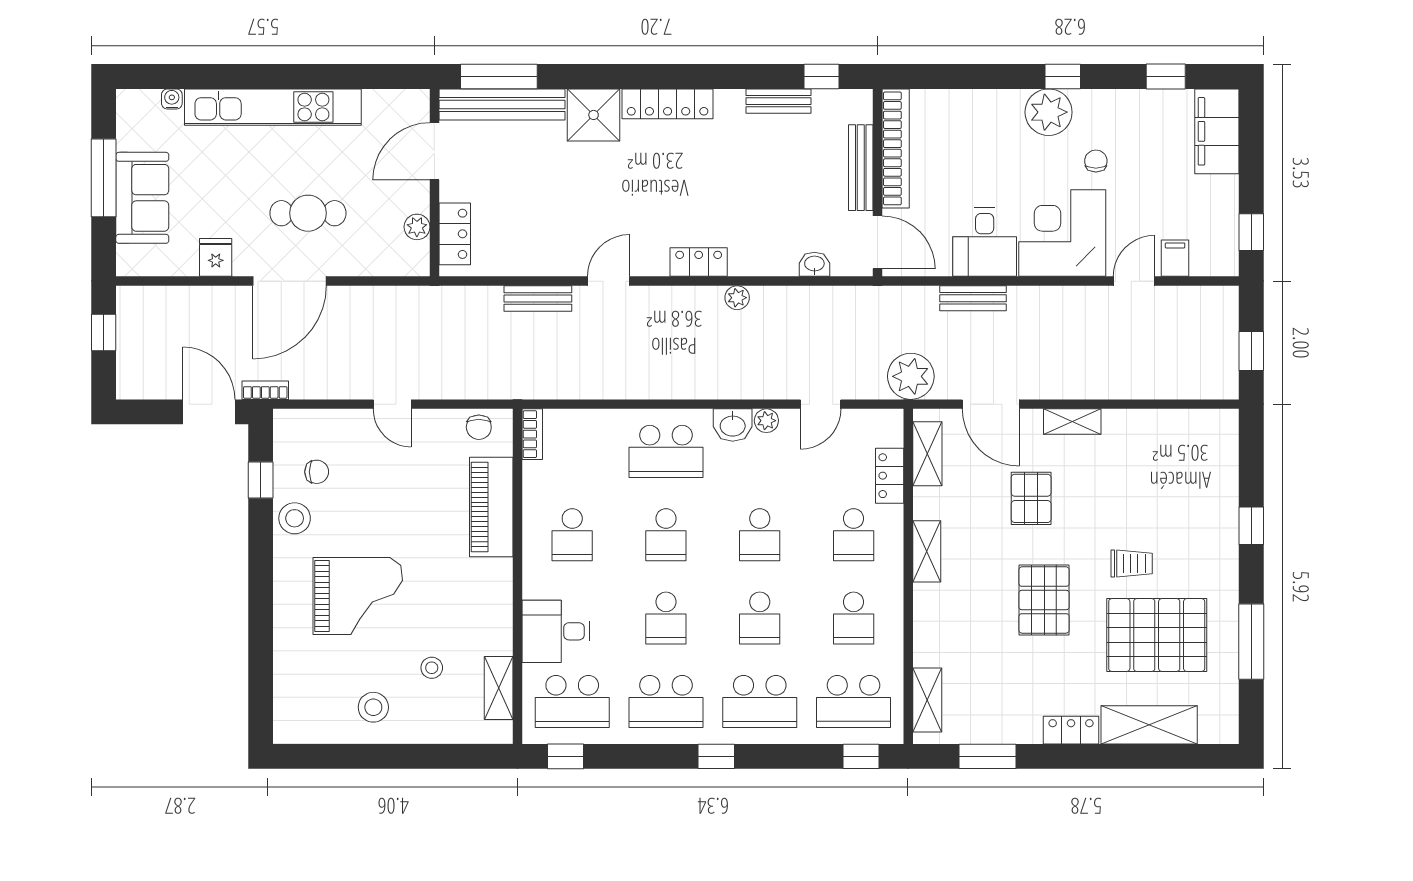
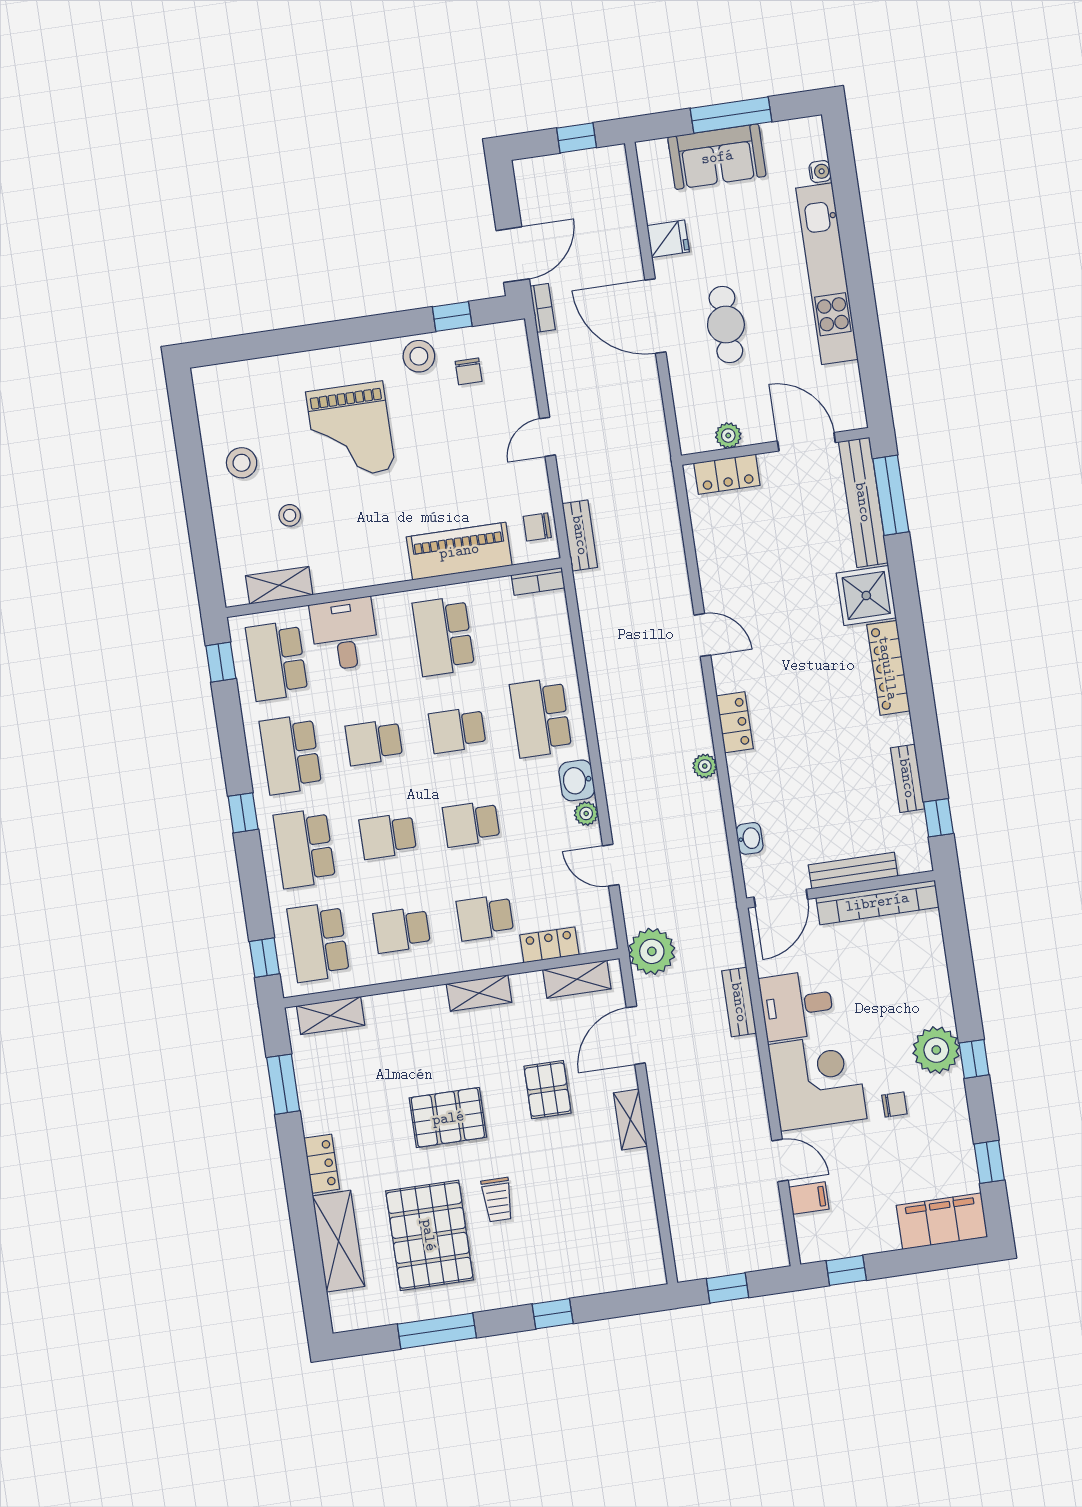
bench: (538, 299) -> (580, 535), moved
pallet: (1031, 498) -> (548, 1090), turned 90
school desk: (572, 535) -> (443, 636), width x1.85

